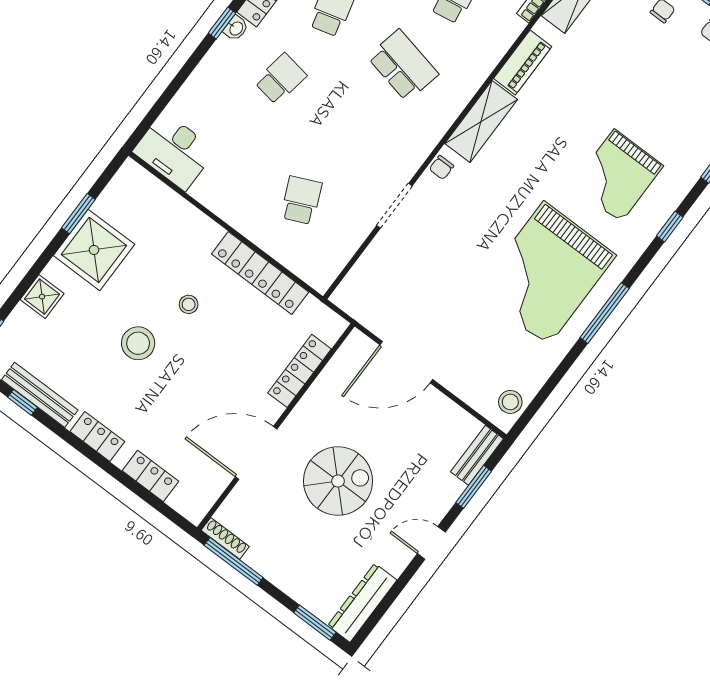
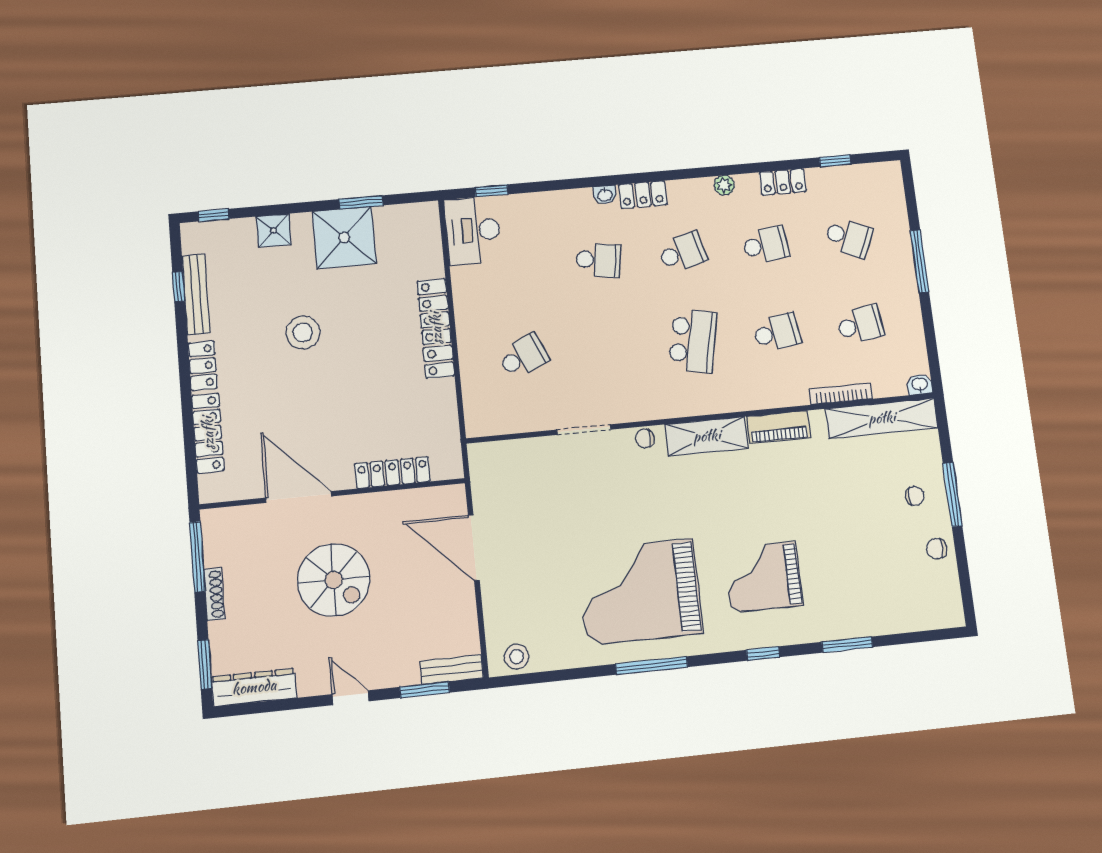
window: (222, 23) -> (492, 191), moved
locker: (260, 273) -> (436, 328), moved
stool: (189, 304) -> (367, 344), removed
locker: (150, 476) -> (208, 433), width x1.53
shoe rack: (225, 538) -> (214, 594), moved

